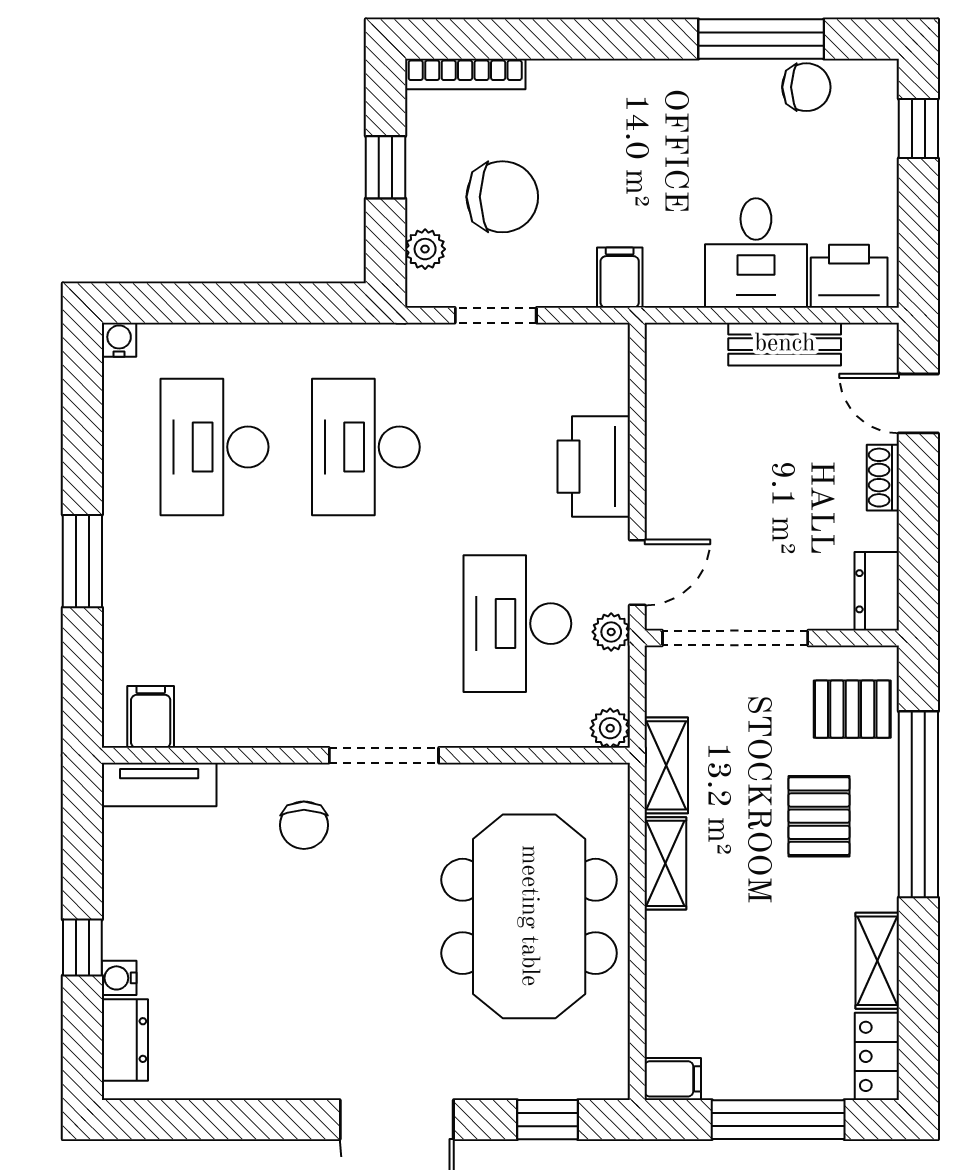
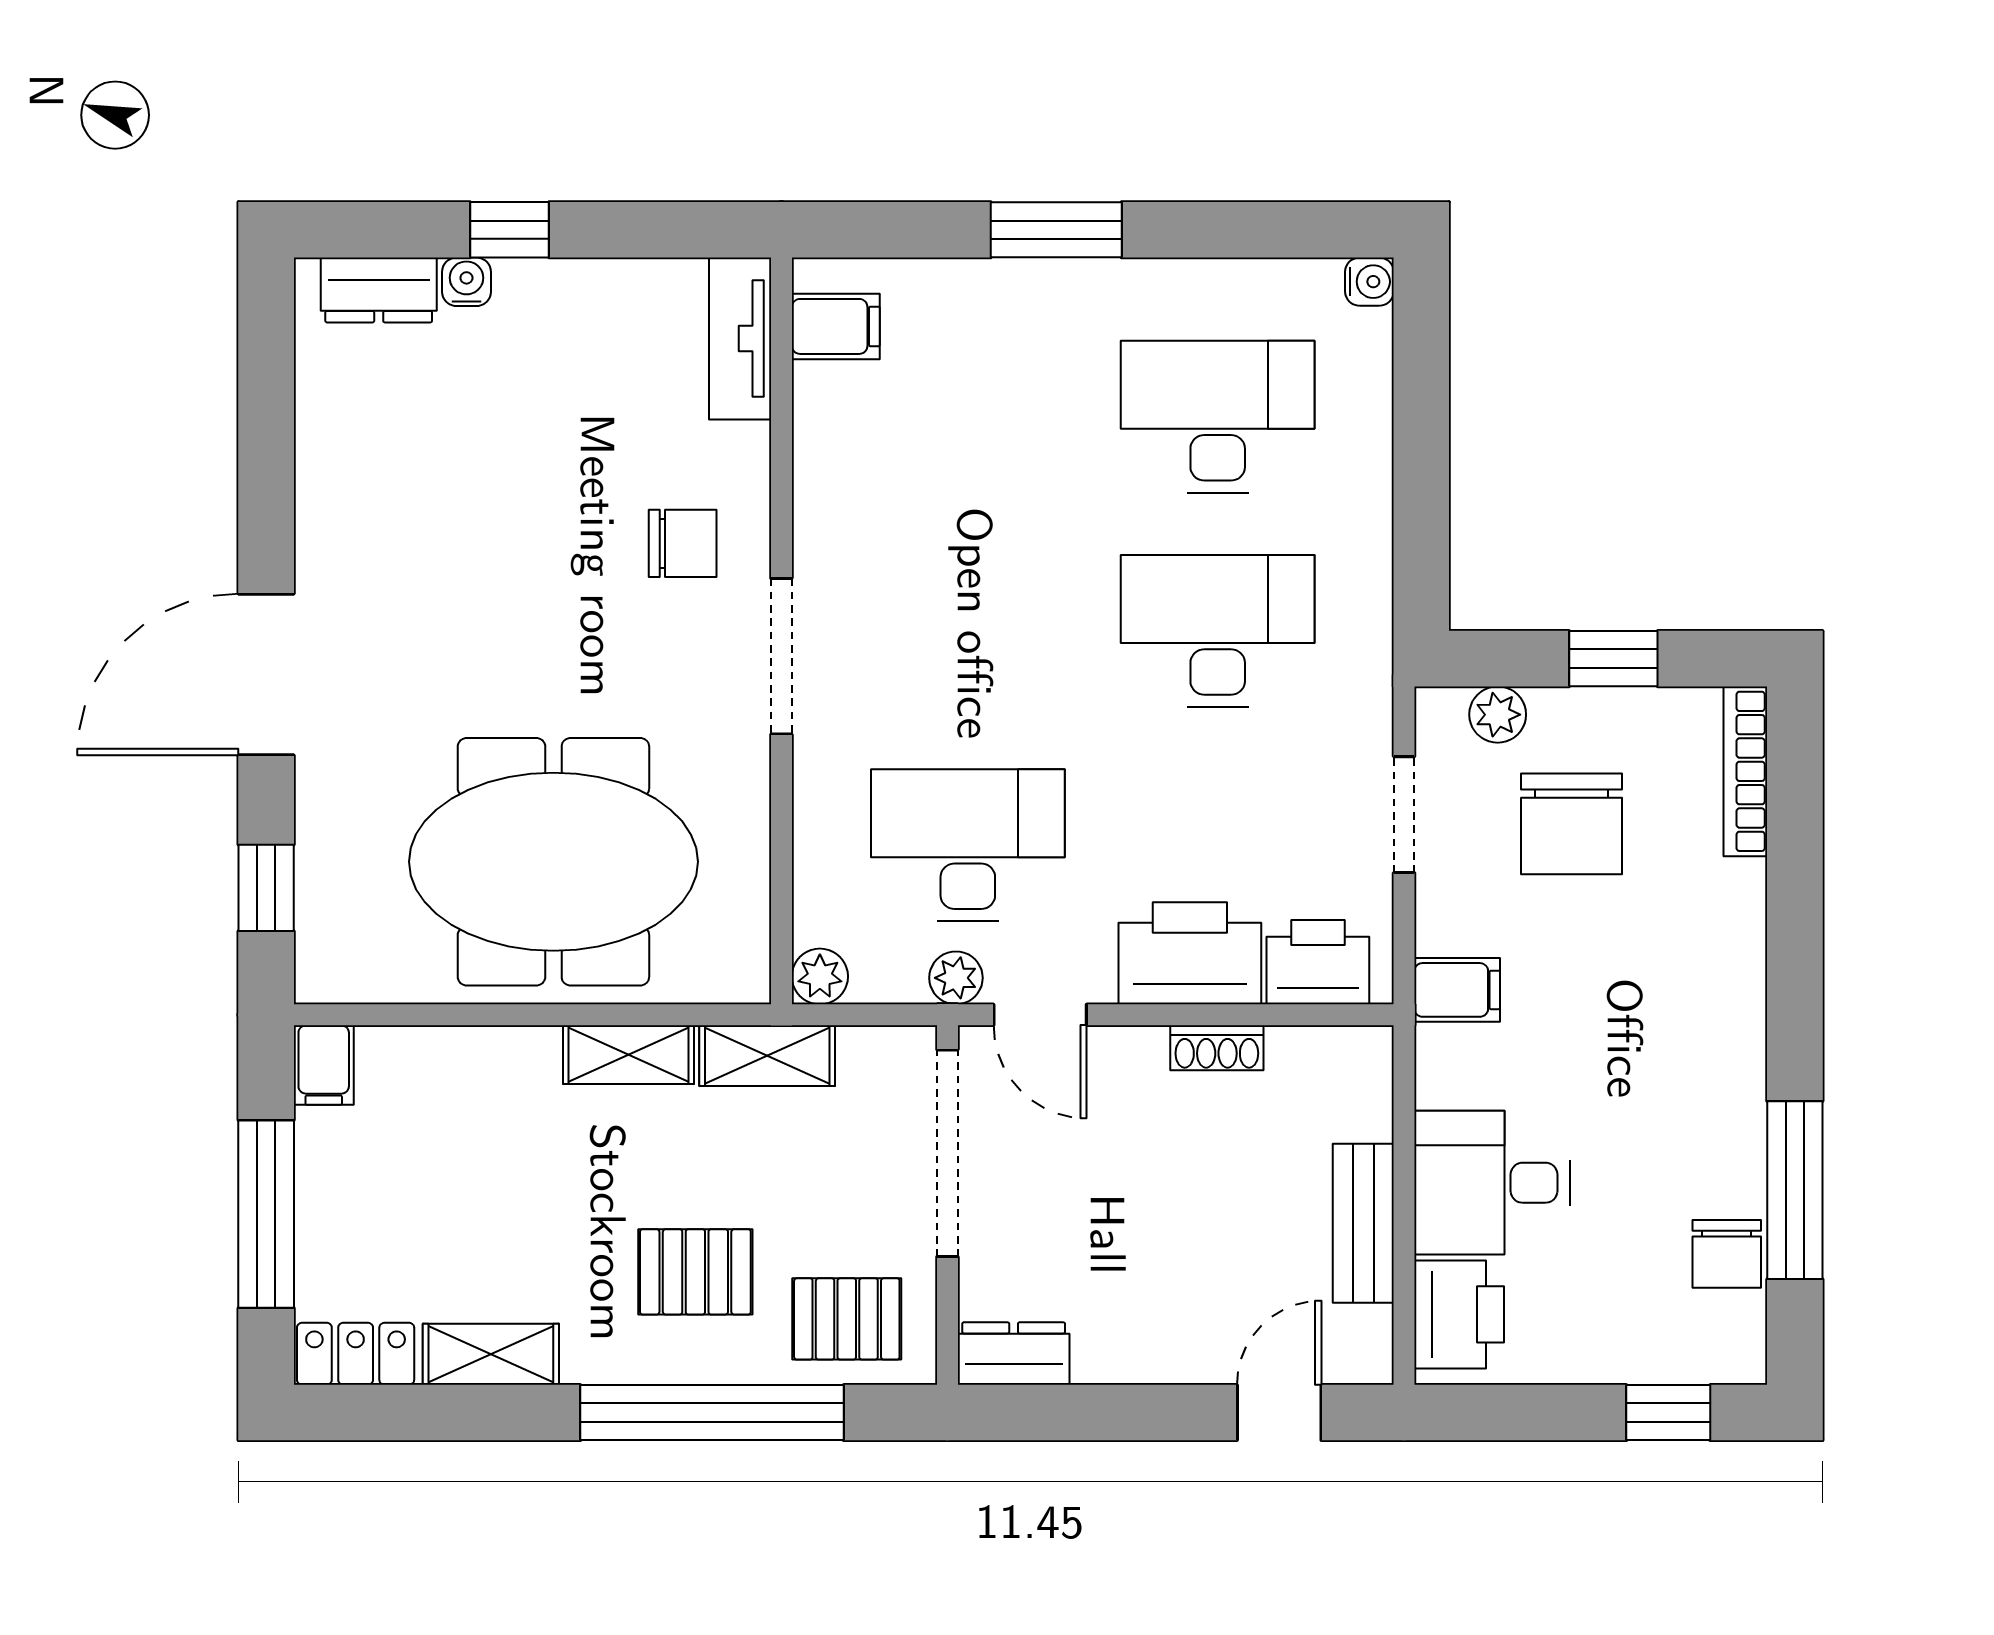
printer: (600, 376) -> (1318, 962), added
shoe rack: (883, 478) -> (1217, 1048), moved, turned 180
pallet: (852, 709) -> (847, 1319), turned 90
chair: (304, 825) -> (683, 543), turned 180

